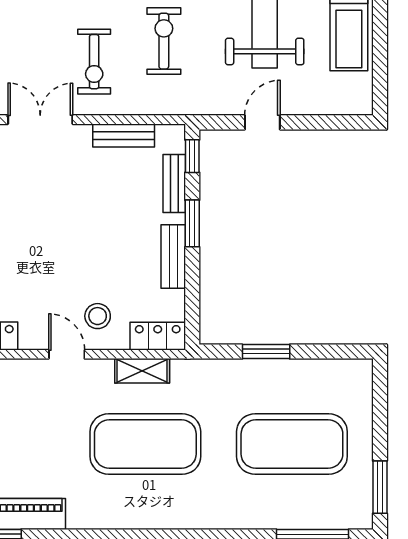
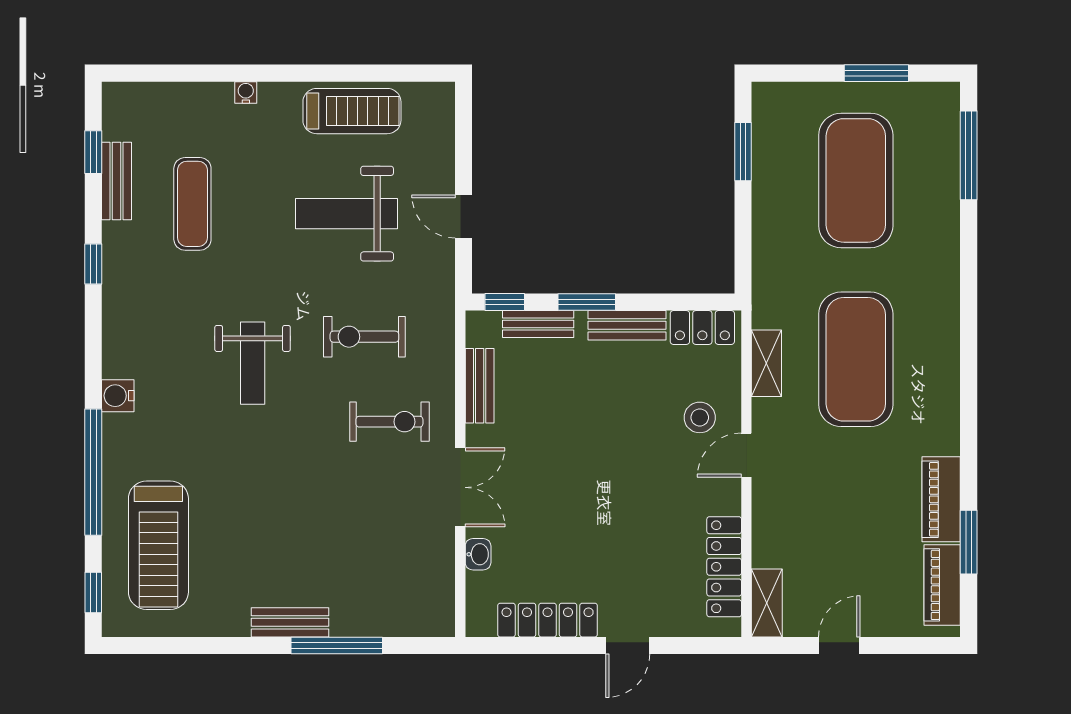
double door: (40, 120) -> (460, 487), swing flipped
locker: (158, 336) -> (702, 328), moved, turned -90
window: (266, 352) -> (743, 152), moved
window: (380, 487) -> (876, 73), moved

